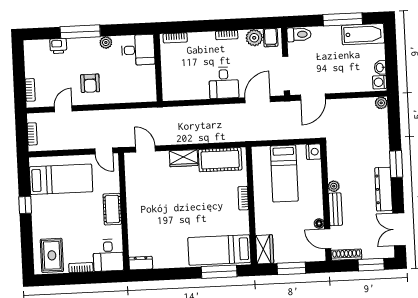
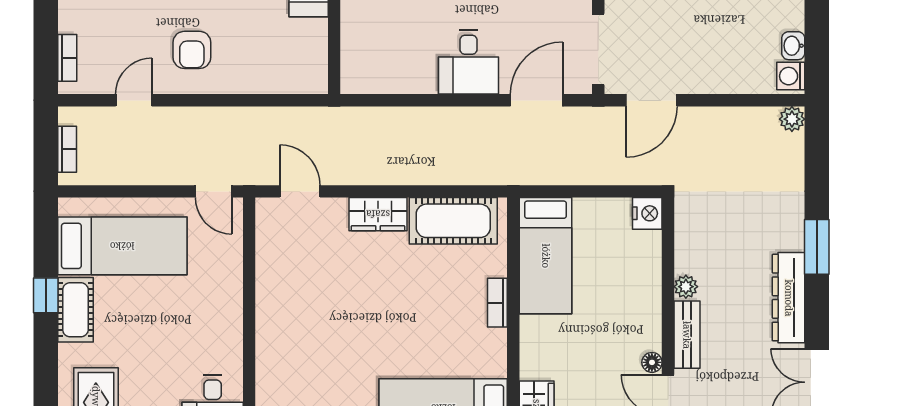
bed: (284, 174) -> (546, 256), moved
cot: (112, 209) -> (75, 310), moved

